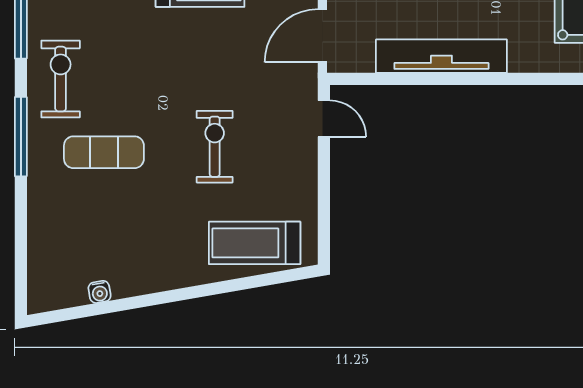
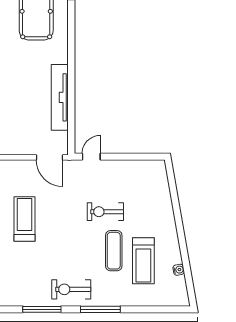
exercise mat: (104, 152) -> (114, 251), moved
treadmill: (255, 243) -> (143, 261), moved

